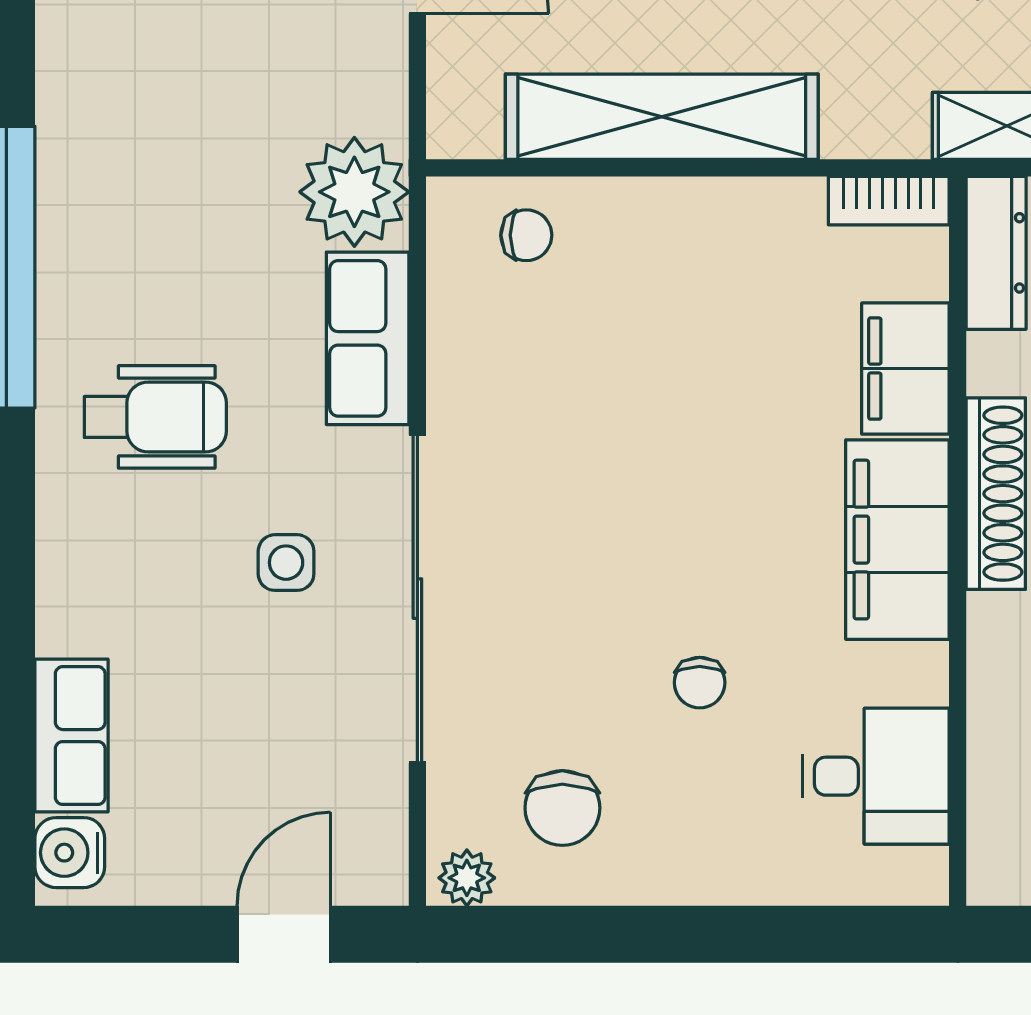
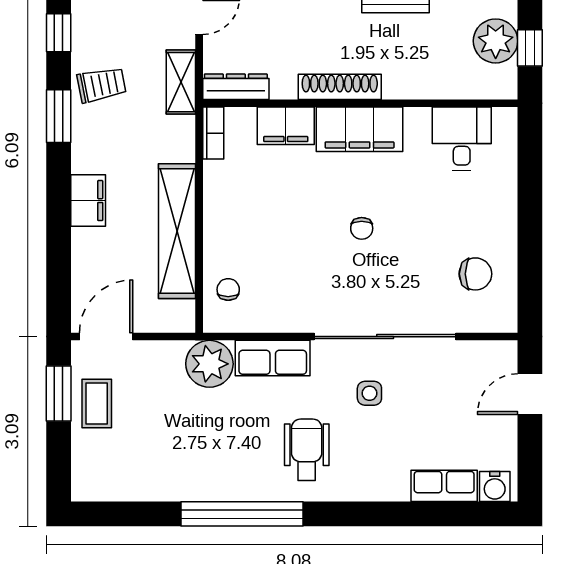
chair: (700, 683) -> (362, 228), moved, turned 90
plant: (467, 878) -> (506, 315), removed
door: (284, 934) -> (530, 394), hinge flipped

